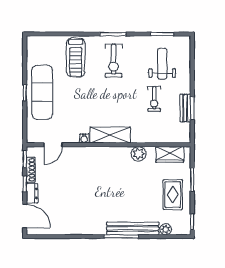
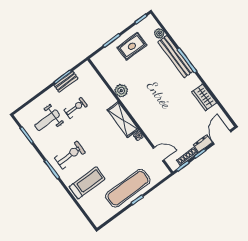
wardrobe: (170, 154) -> (204, 97), moved, turned 180

